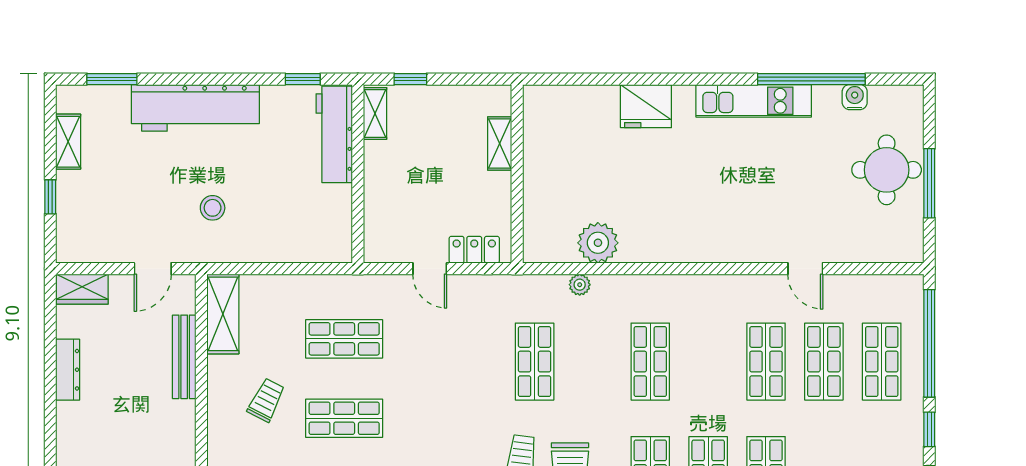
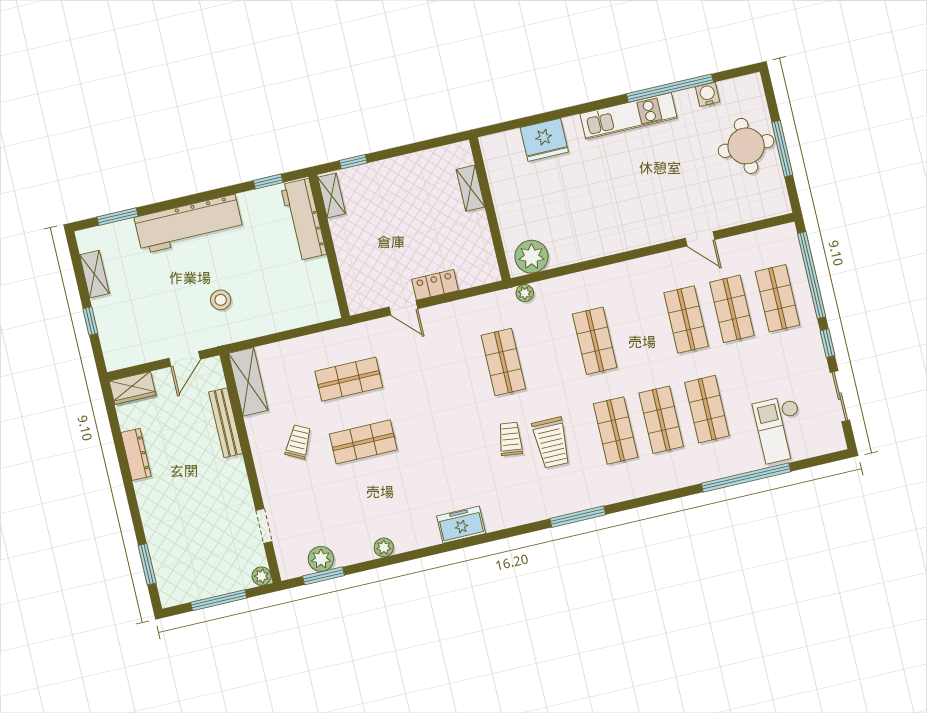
shelving: (500, 144) -> (470, 188), moved
wall: (517, 174) -> (490, 209), moved

